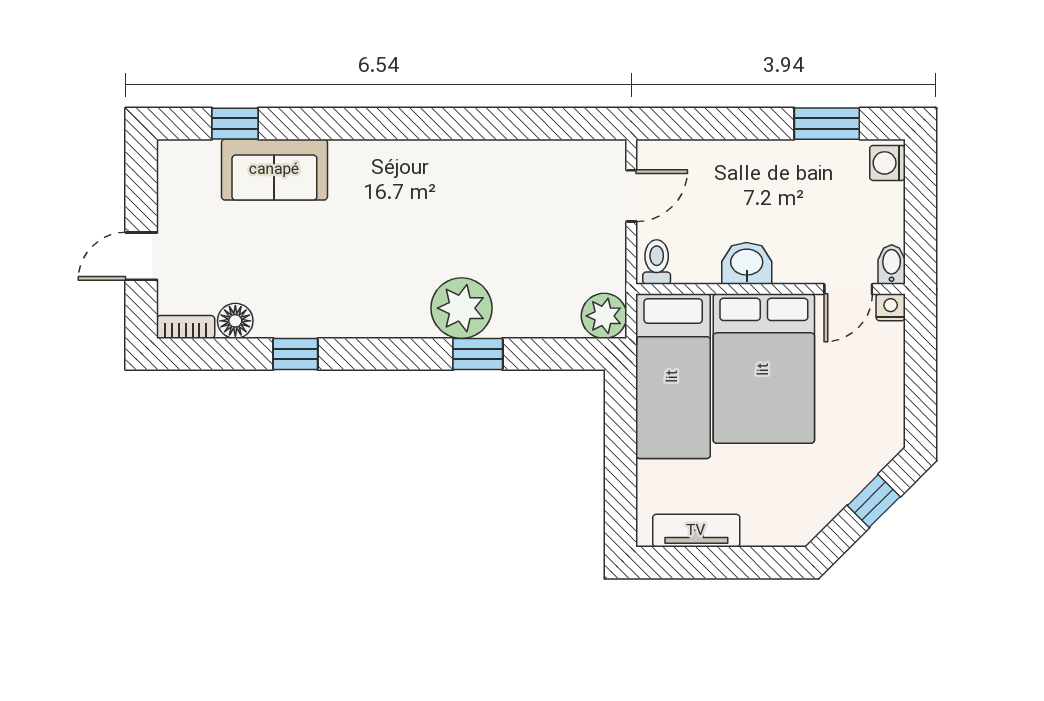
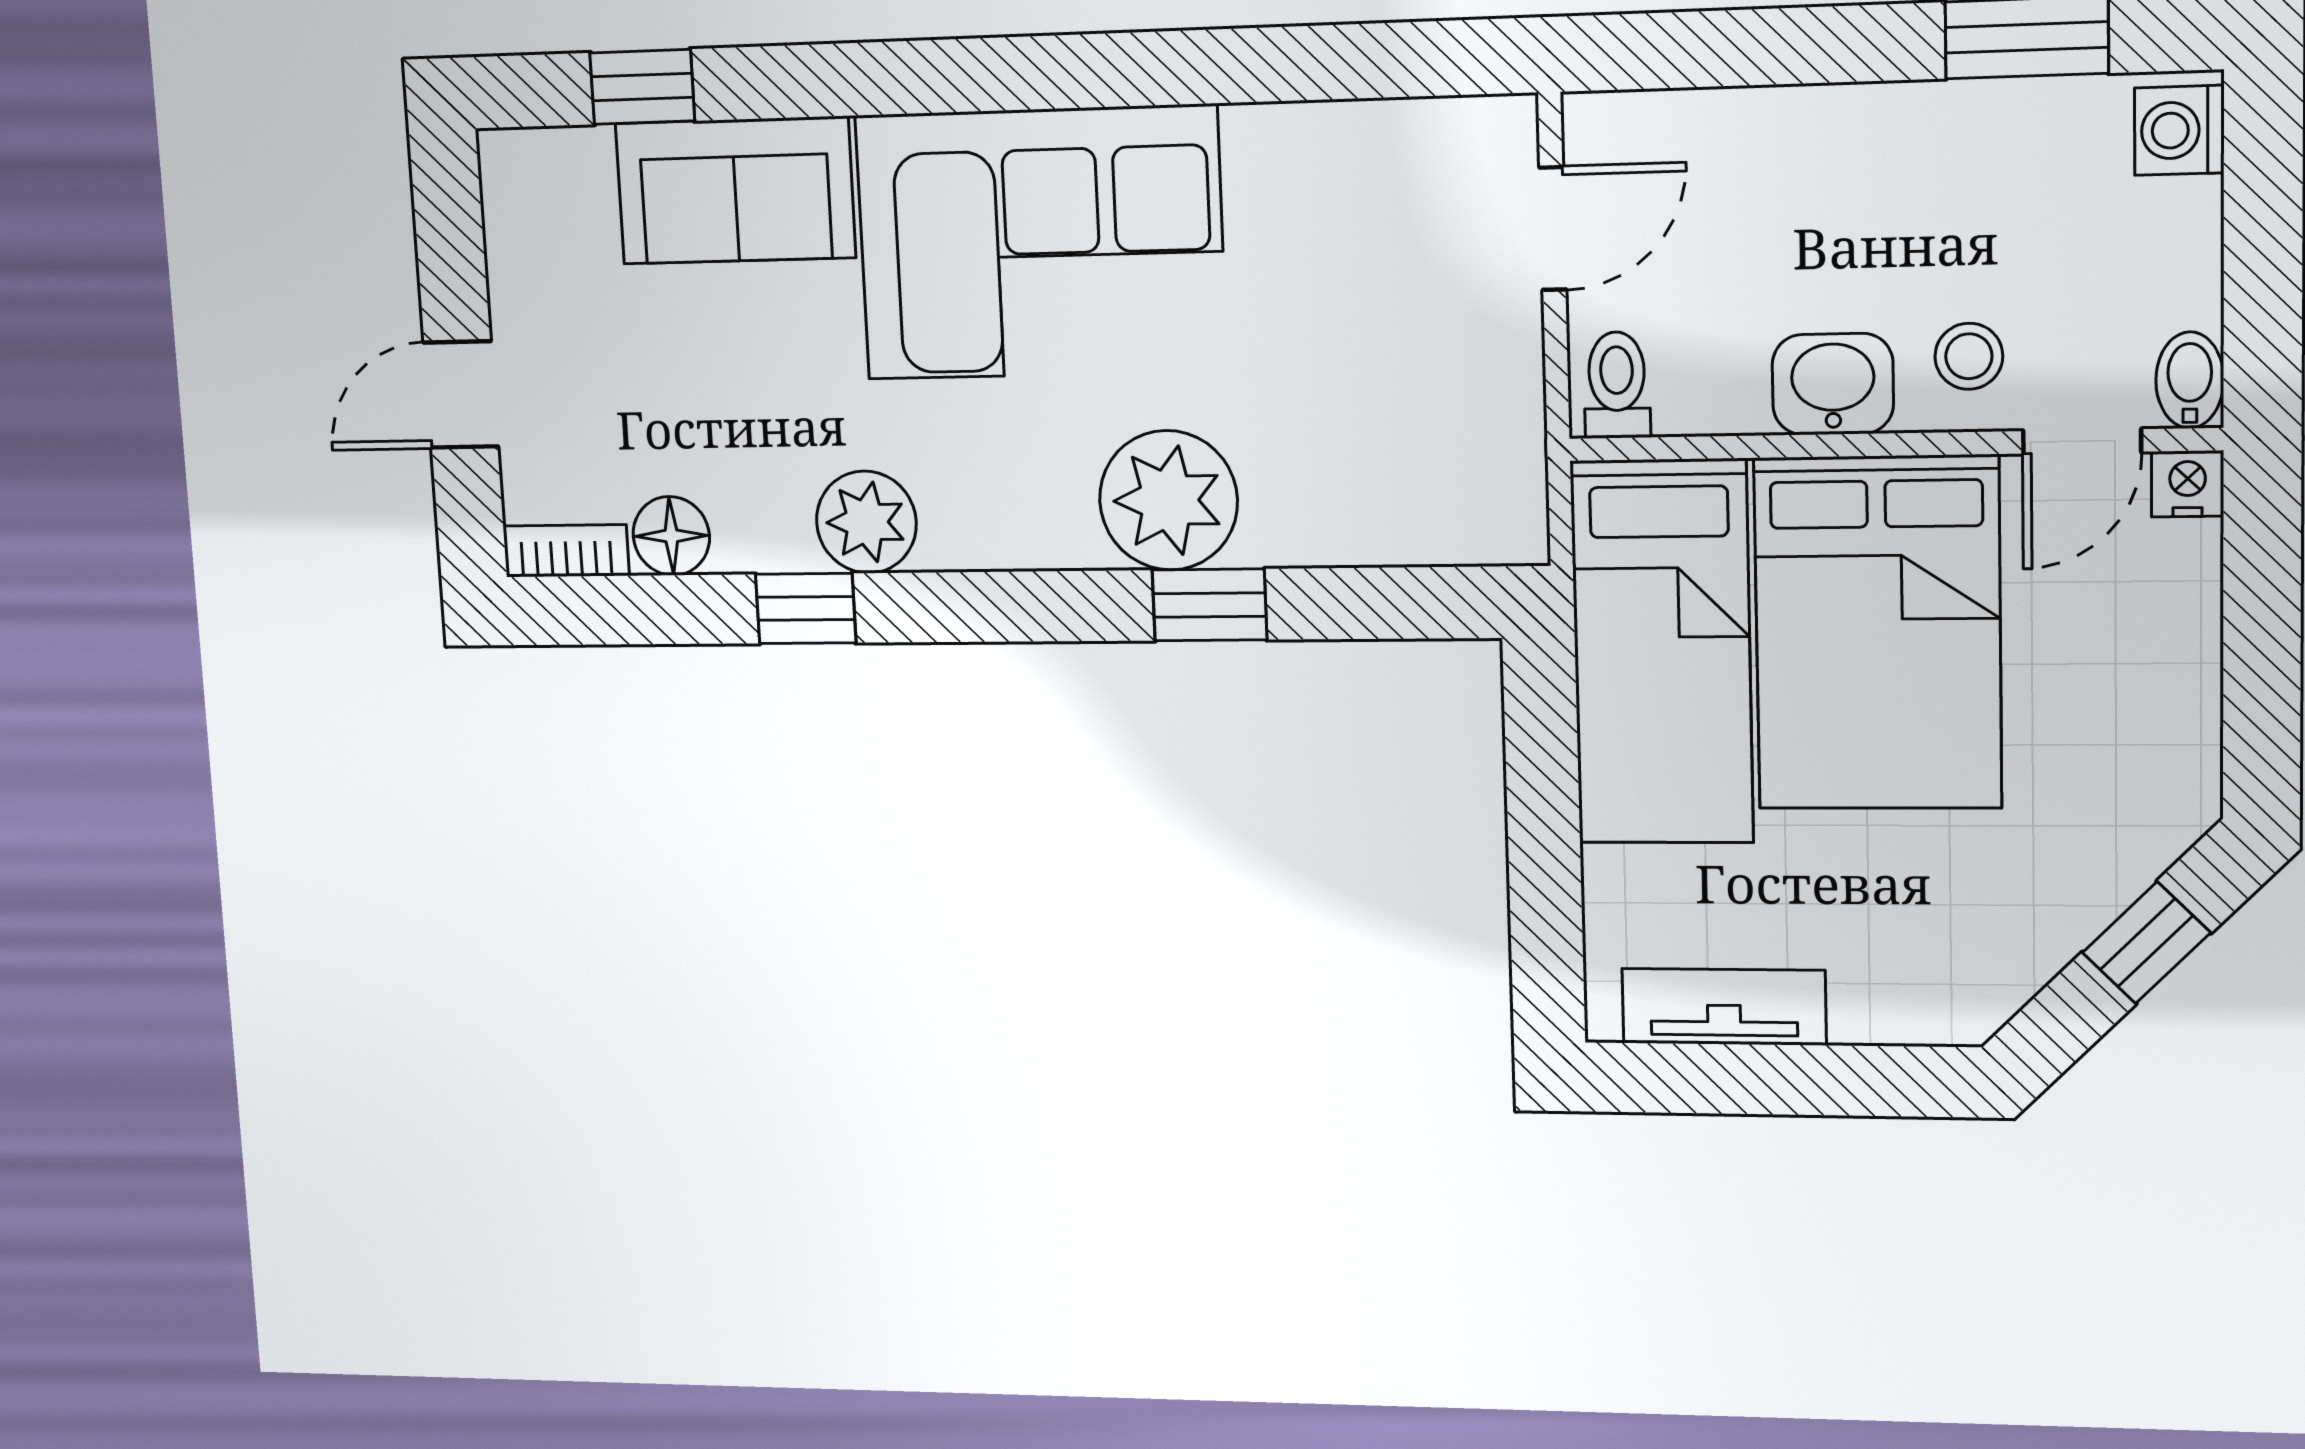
corner sofa: (410, 196) -> (1041, 243), added
stool: (803, 253) -> (1969, 356), added
plant: (604, 316) -> (866, 522), moved

